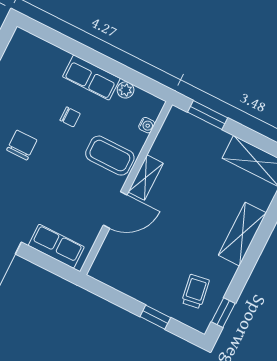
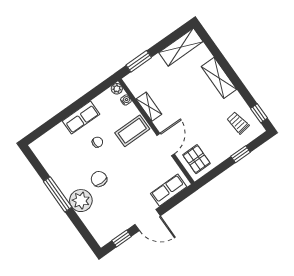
plant: (126, 90) -> (117, 89), moved
shelving: (146, 178) -> (149, 107), moved
pallet: (118, 262) -> (197, 159), added

